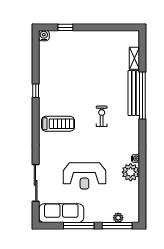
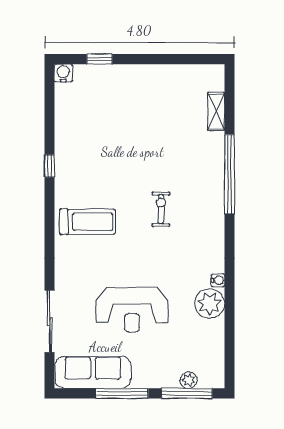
bench: (134, 93) -> (215, 170), removed

